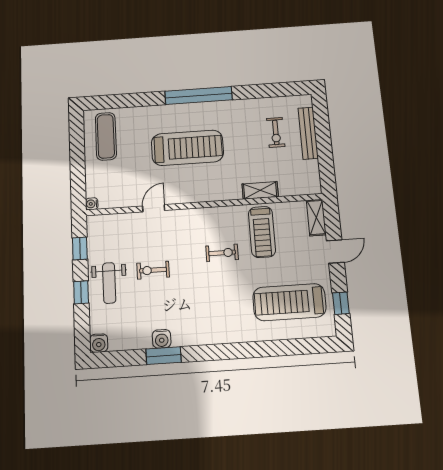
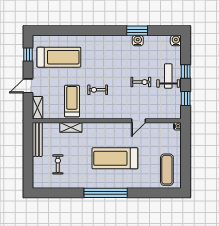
bench: (308, 133) -> (37, 139), moved

